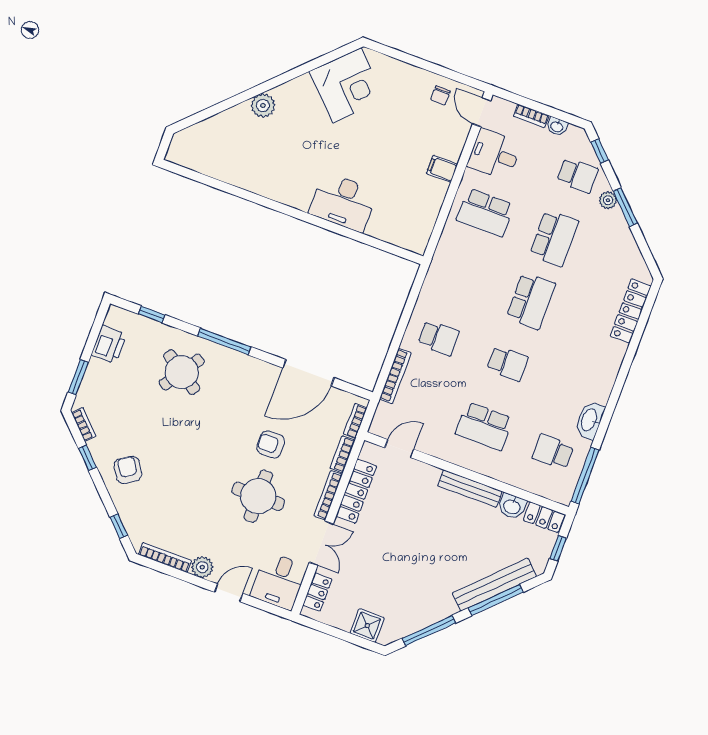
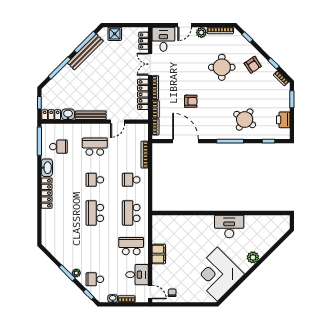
corner desk: (347, 85) -> (217, 274), width x1.36, depth x1.36
filing cabinet: (442, 169) -> (159, 254), width x2.00
desk: (343, 202) -> (229, 226), moved
school desk: (554, 238) -> (131, 213), moved
locker: (631, 311) -> (47, 193), moved
door: (308, 373) -> (186, 141), hinge flipped
door: (399, 449) -> (118, 122), moved
round table: (258, 496) -> (222, 67), moved
bench: (494, 585) -> (85, 52), moved

